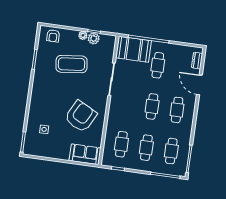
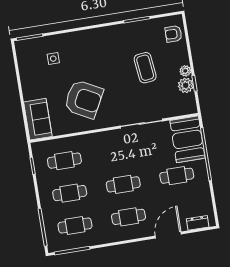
coffee table: (72, 64) -> (145, 68), width x0.73, depth x0.76

